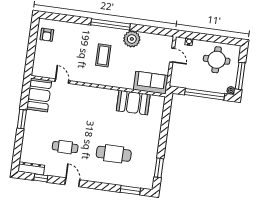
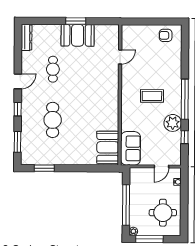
window: (147, 29) -> (185, 137), added
booth: (39, 95) -> (78, 35), moved
booth: (133, 103) -> (108, 147), moved
window: (41, 178) -> (18, 109), moved

